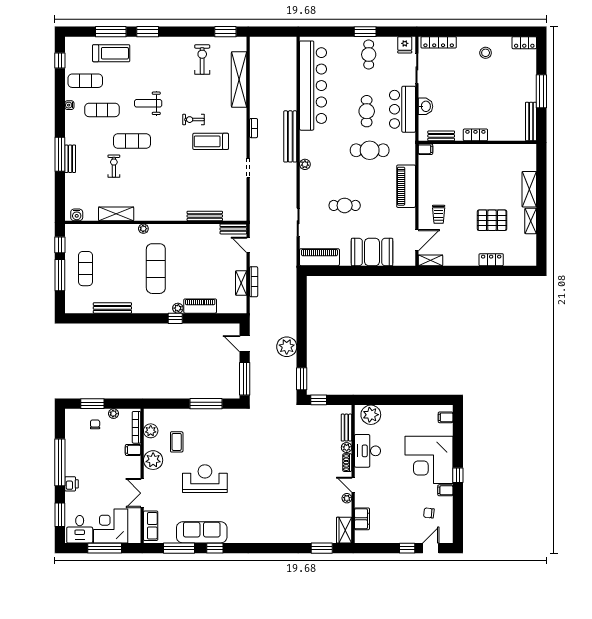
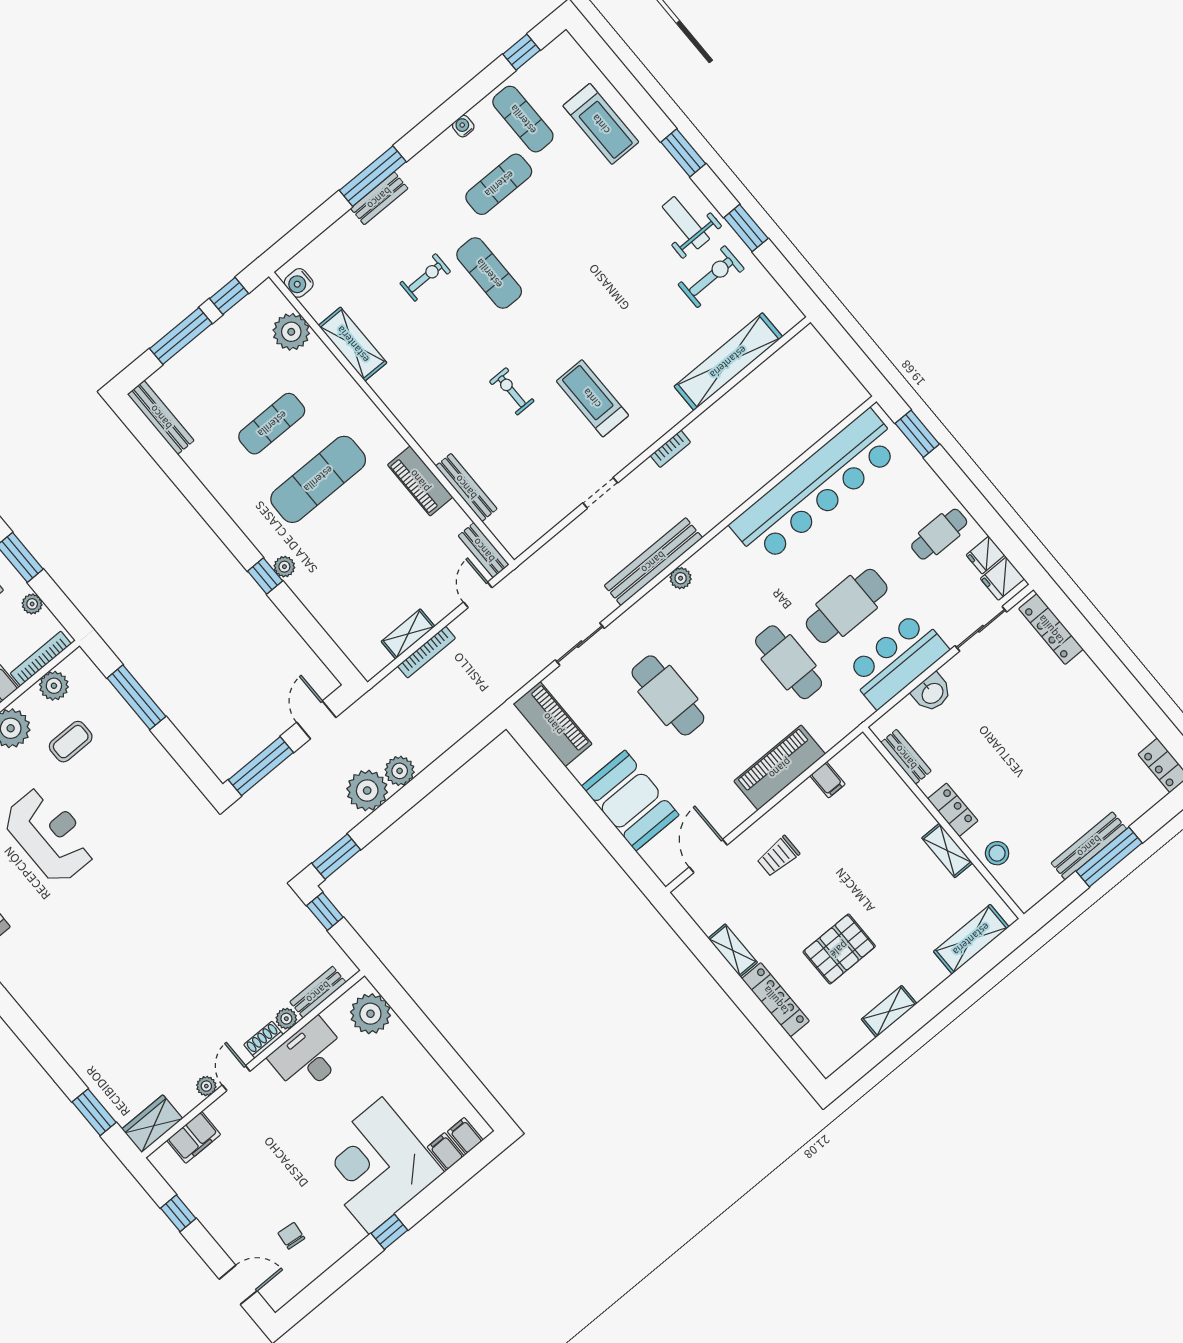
window: (111, 32) -> (635, 94), removed
window: (225, 32) -> (746, 228), moved
window: (365, 32) -> (917, 434), moved
fridge: (391, 44) -> (985, 555), added
stool: (486, 53) -> (997, 853), moved
weight bench: (148, 103) -> (686, 223), moved
exercise mat: (102, 110) -> (499, 184), turned 90
cafe table: (367, 111) -> (847, 606), width x1.37, depth x1.35
exercise bike: (193, 120) -> (512, 391), moved
bench: (531, 121) -> (1089, 846), moved
bench: (290, 136) -> (653, 562), moved
filing cabinet: (425, 149) -> (828, 780), moved
shelving: (489, 150) -> (947, 850), added
shelving: (529, 189) -> (971, 939), moved
cafe table: (345, 205) -> (668, 695), width x1.37, depth x1.35
pallet: (492, 220) -> (839, 949), turned 90
plant: (143, 229) -> (291, 332), moved, width x1.87, depth x1.87
door: (417, 240) -> (708, 856), swing flipped
shelving: (431, 260) -> (733, 950), moved
locker: (491, 260) -> (776, 1000), width x1.53
exercise mat: (85, 269) -> (272, 424), moved
piano: (200, 306) -> (420, 481), moved, turned 180
bench: (112, 308) -> (161, 417), moved
plant: (289, 329) -> (400, 771), added
window: (206, 404) -> (136, 697), moved
filing cabinet: (445, 490) -> (446, 1151), moved
window: (407, 548) -> (178, 1213), moved

